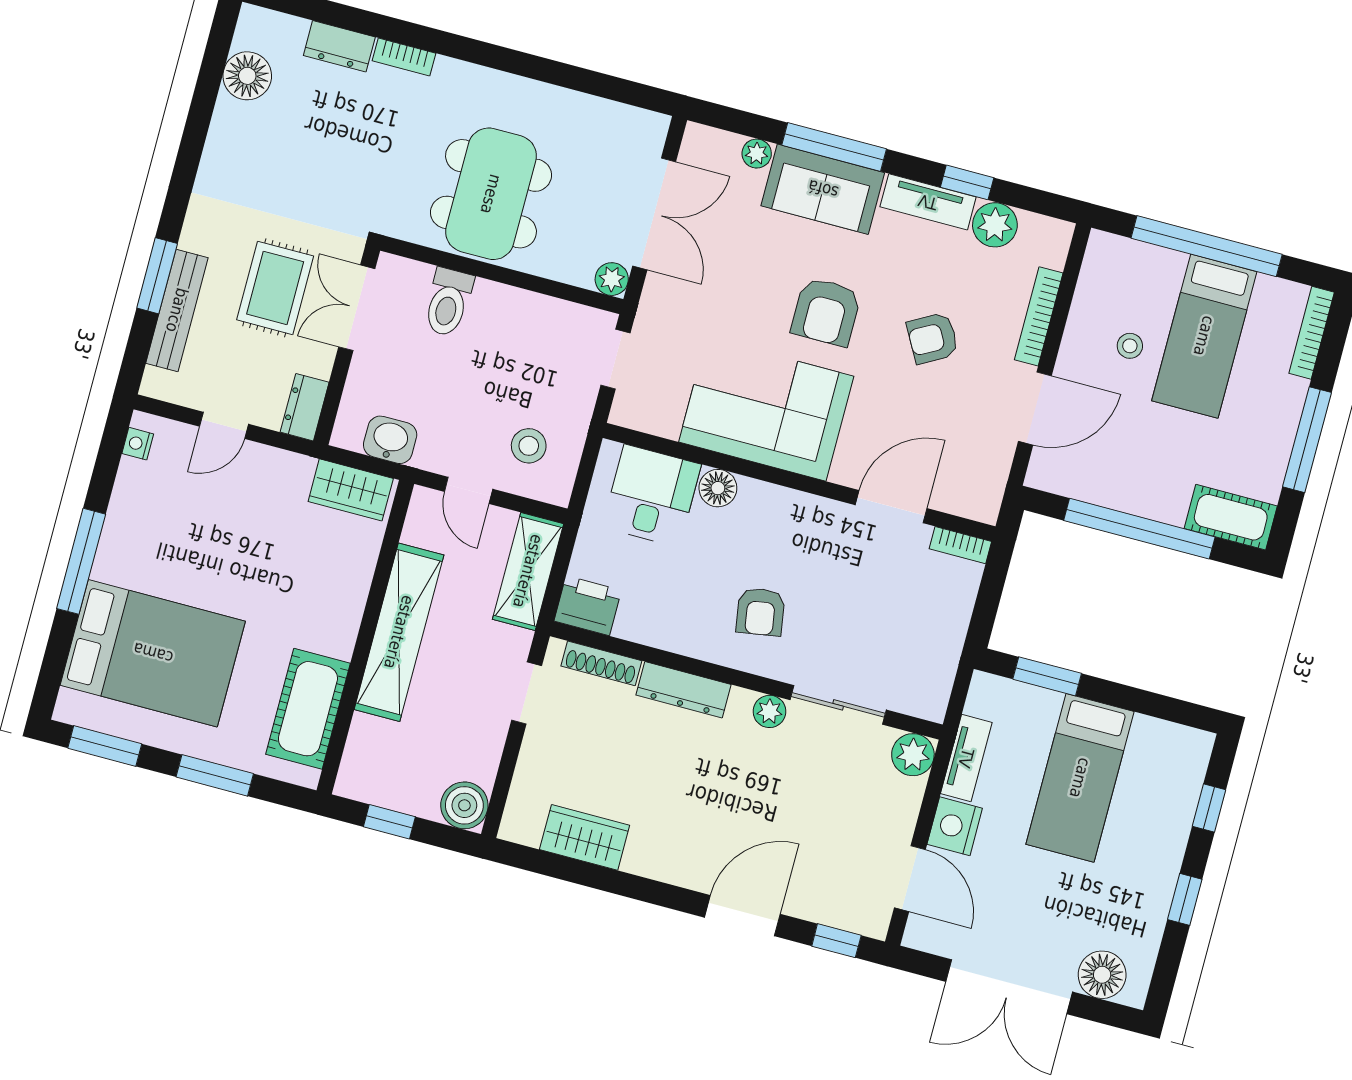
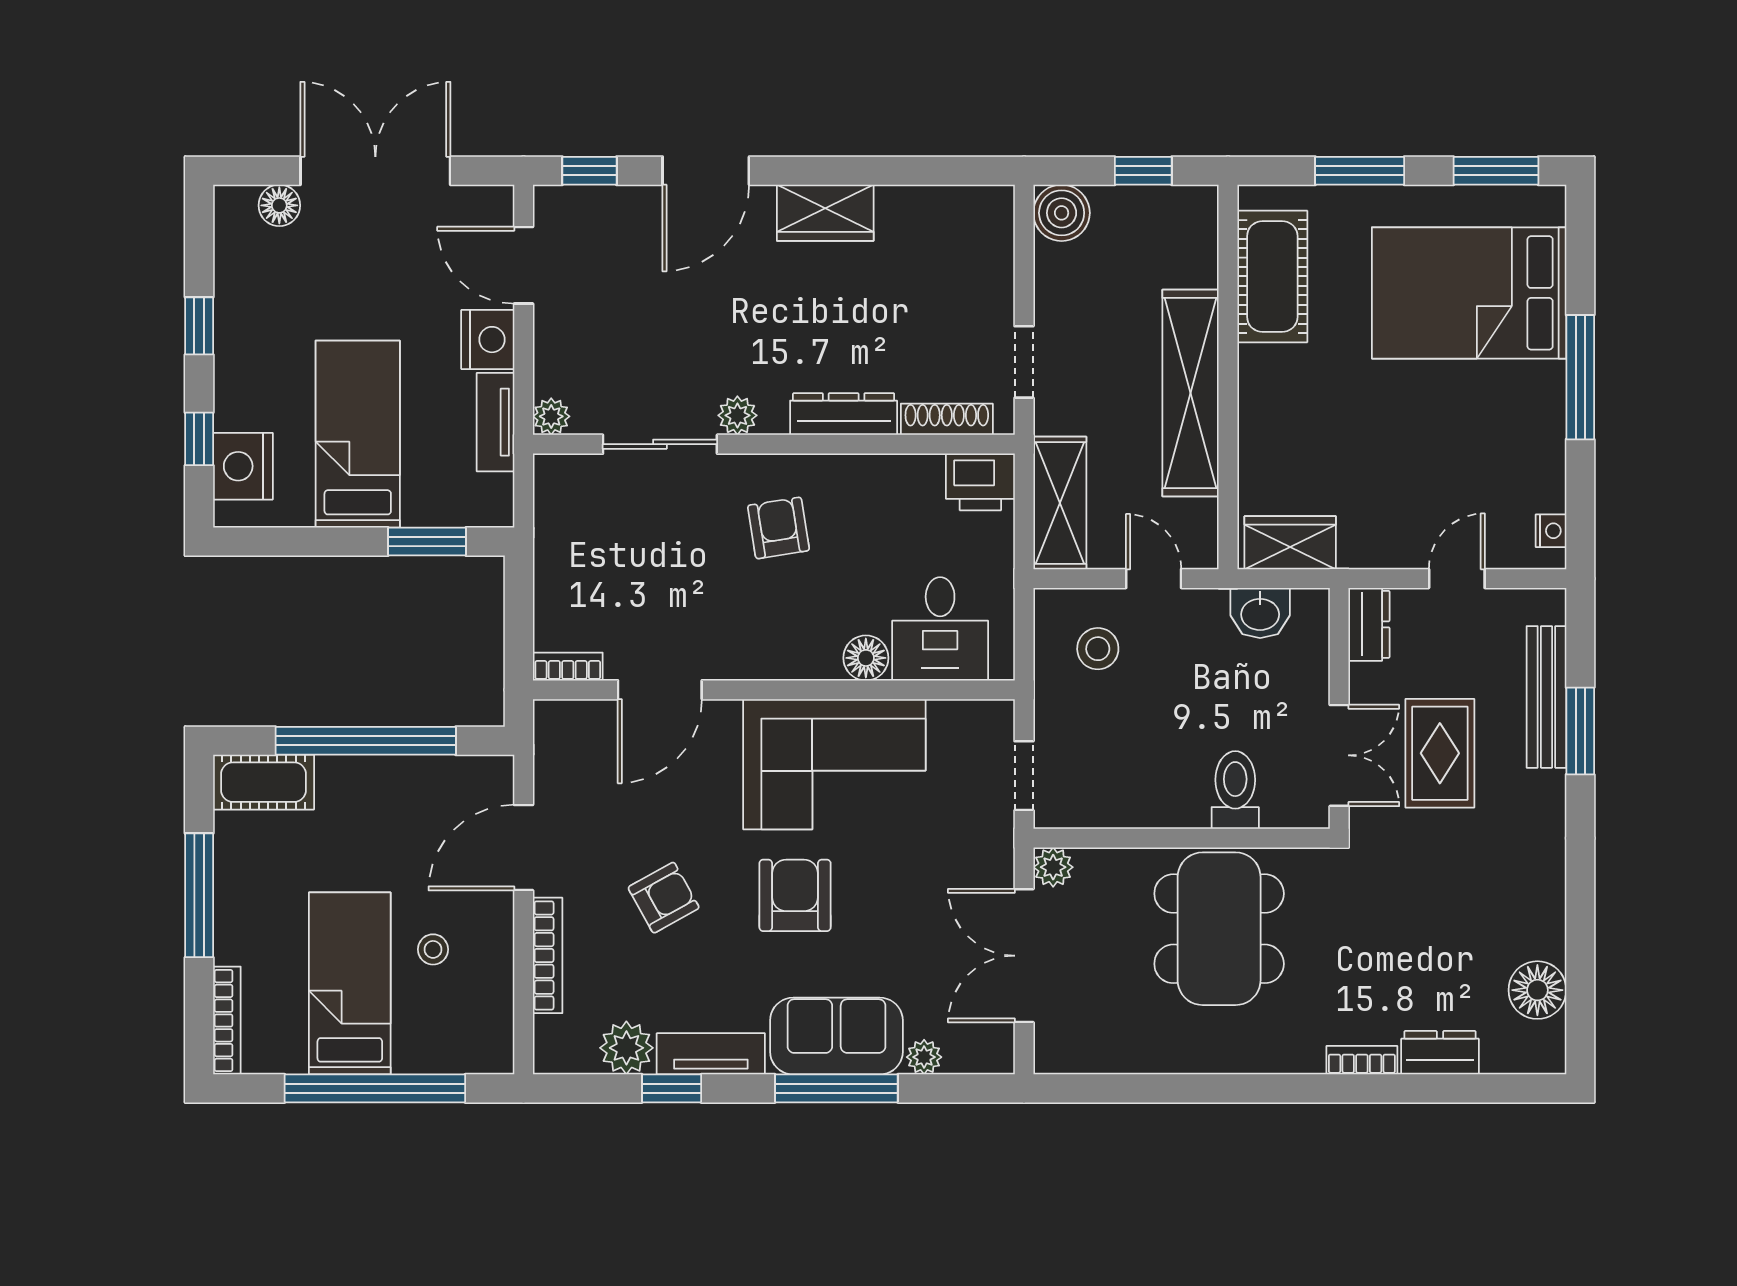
plant: (913, 755) -> (551, 416), width x0.73, depth x0.73
nightstand: (1179, 777) -> (243, 466), added
wardrobe: (585, 837) -> (825, 213), moved
floor lamp: (1102, 975) -> (279, 205), width x0.73, depth x0.73

